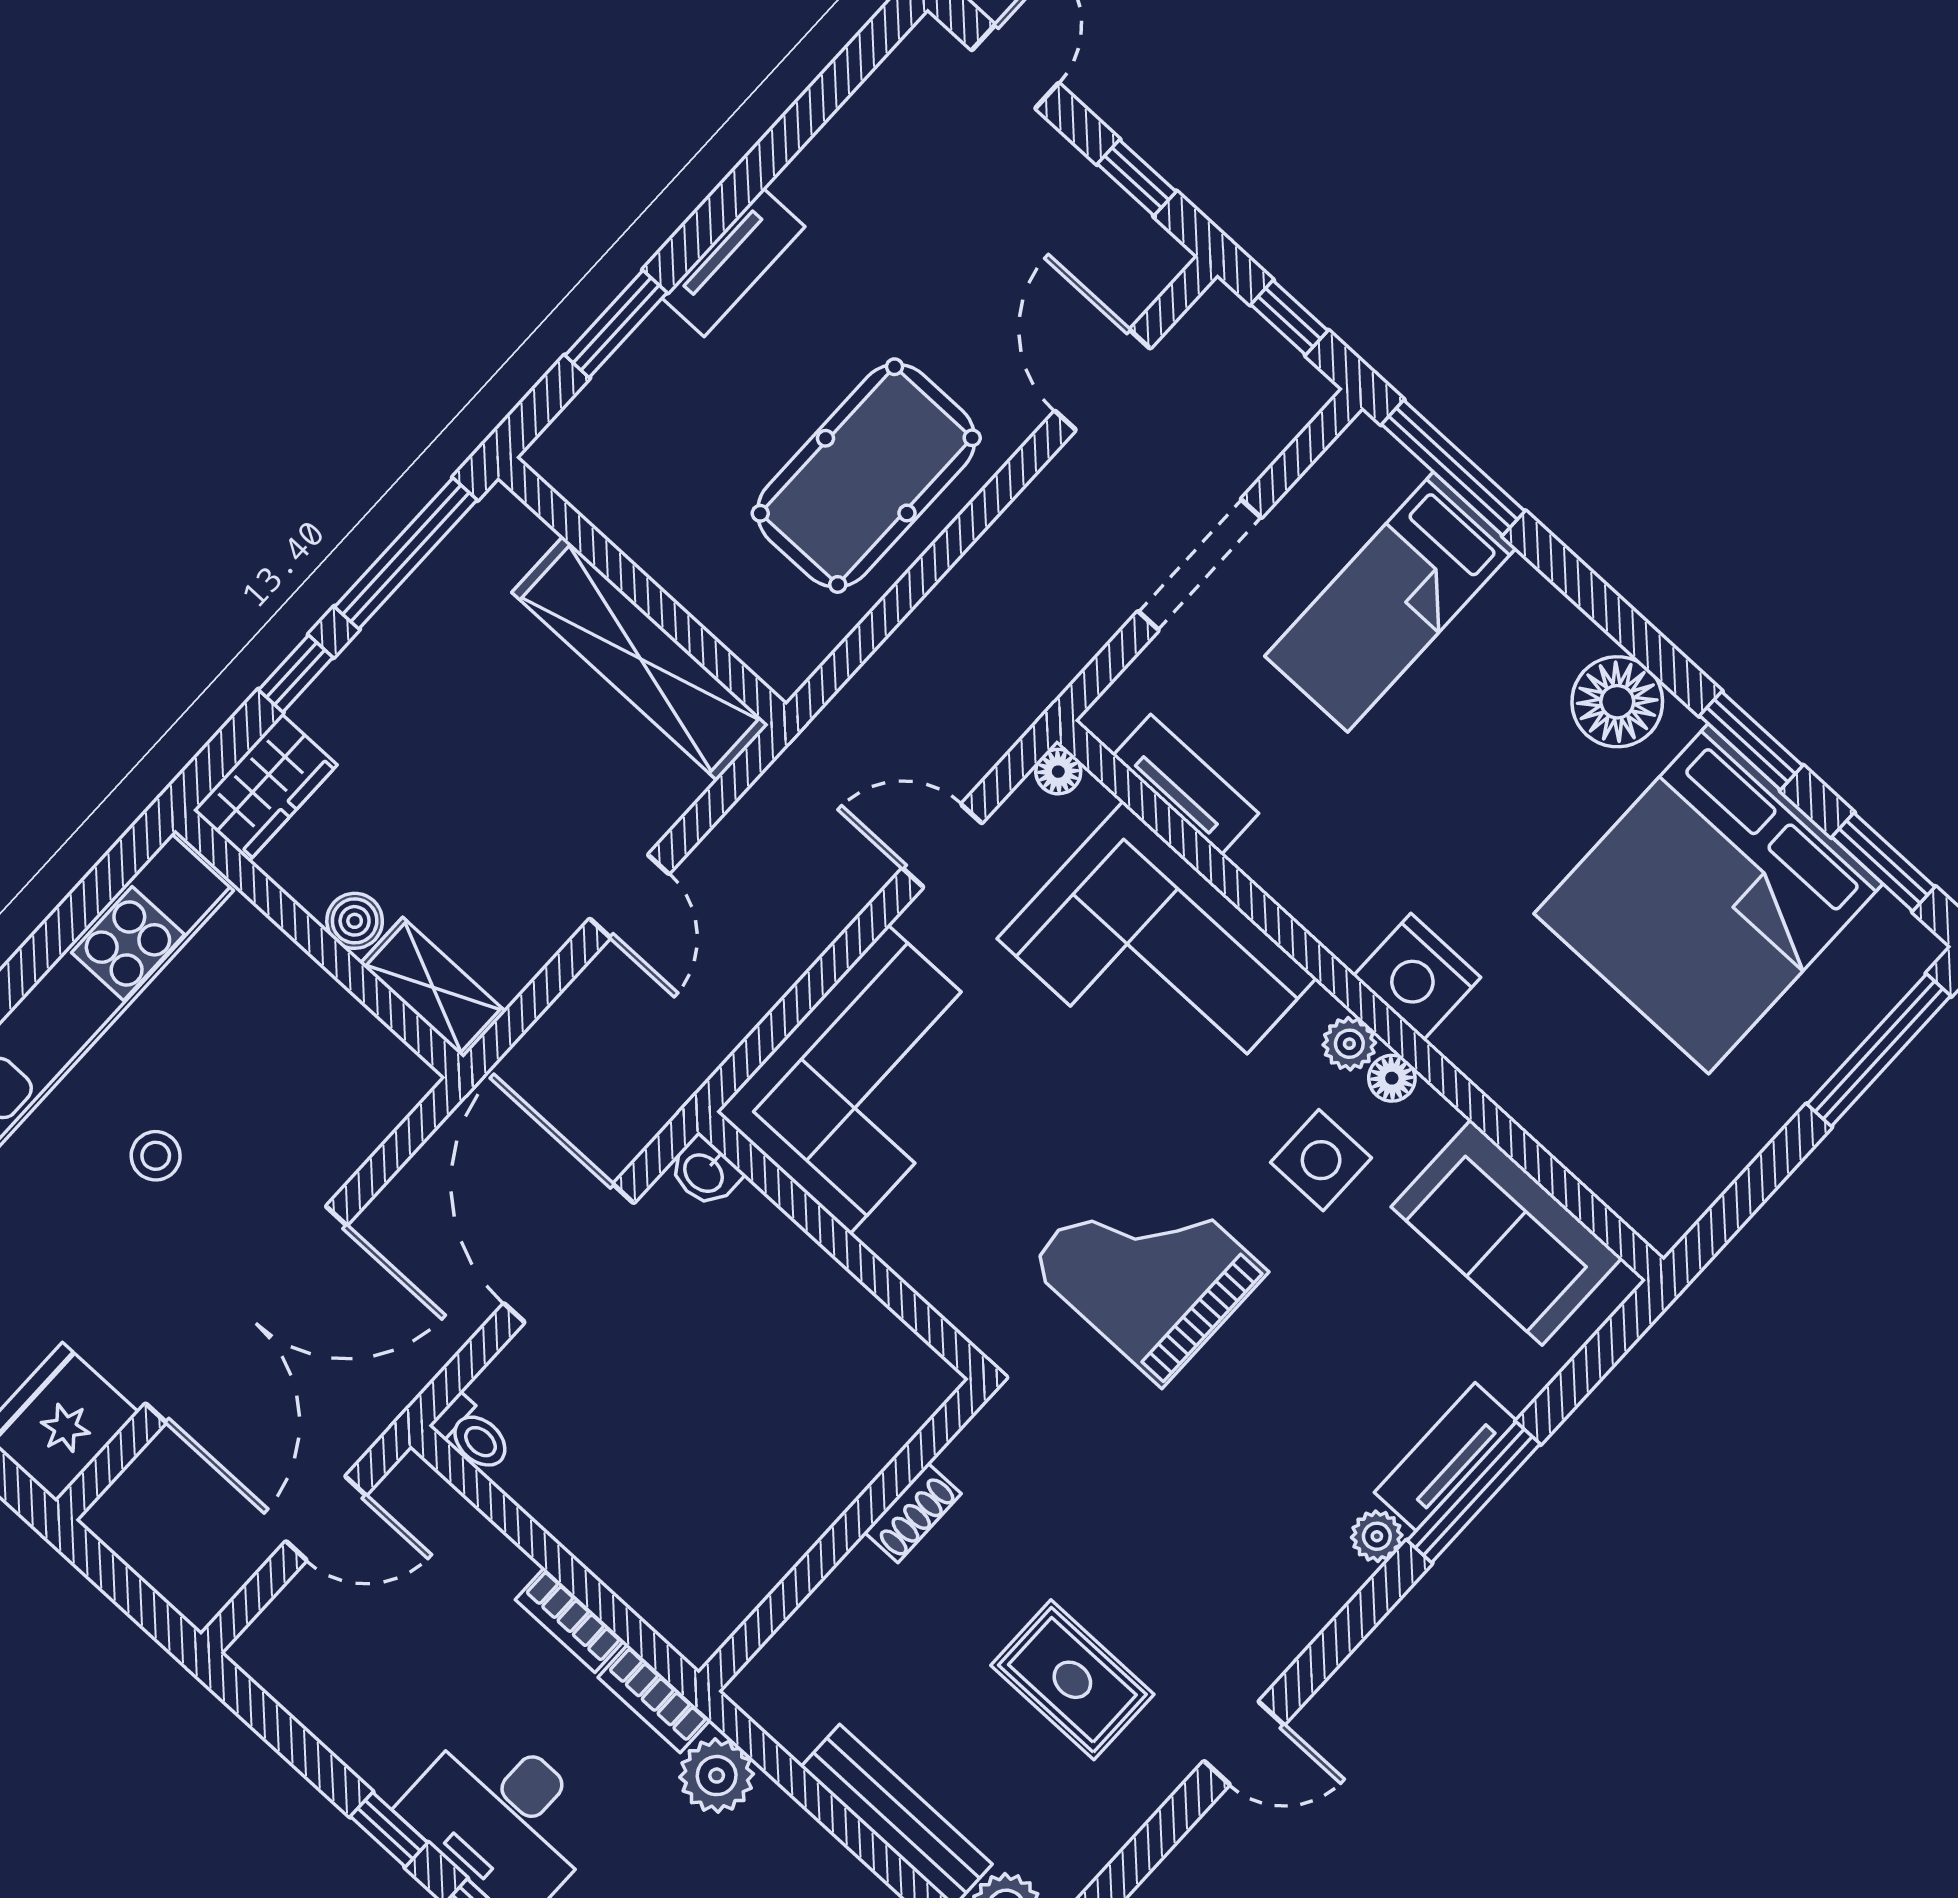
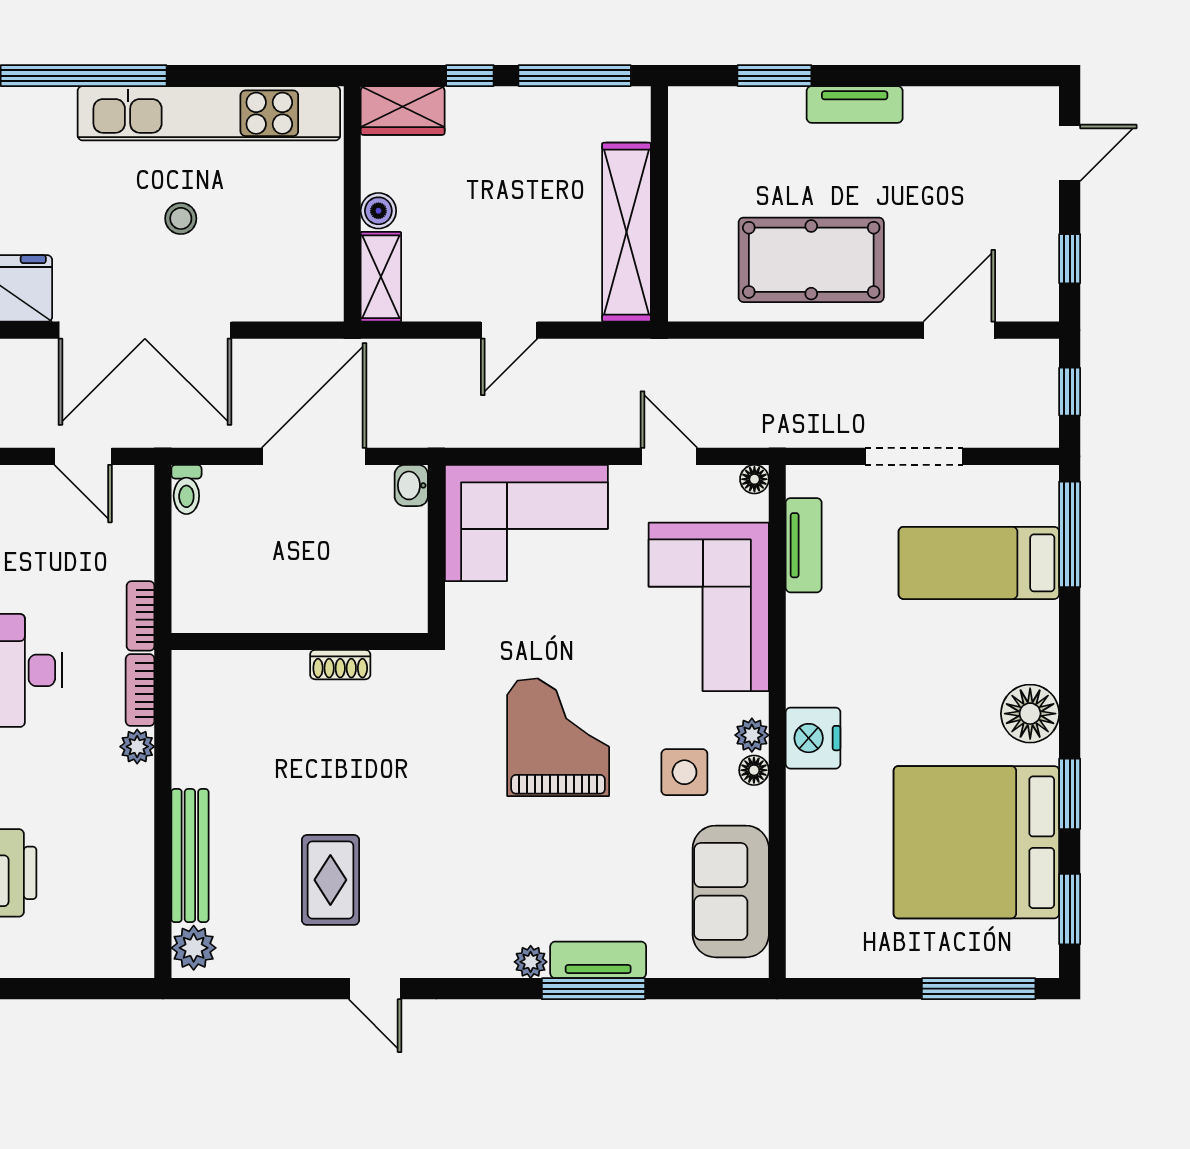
shoe rack: (913, 1513) -> (340, 665), moved
wall: (844, 1535) -> (300, 642), moved
plant: (717, 1776) -> (137, 747), width x0.73, depth x0.73

